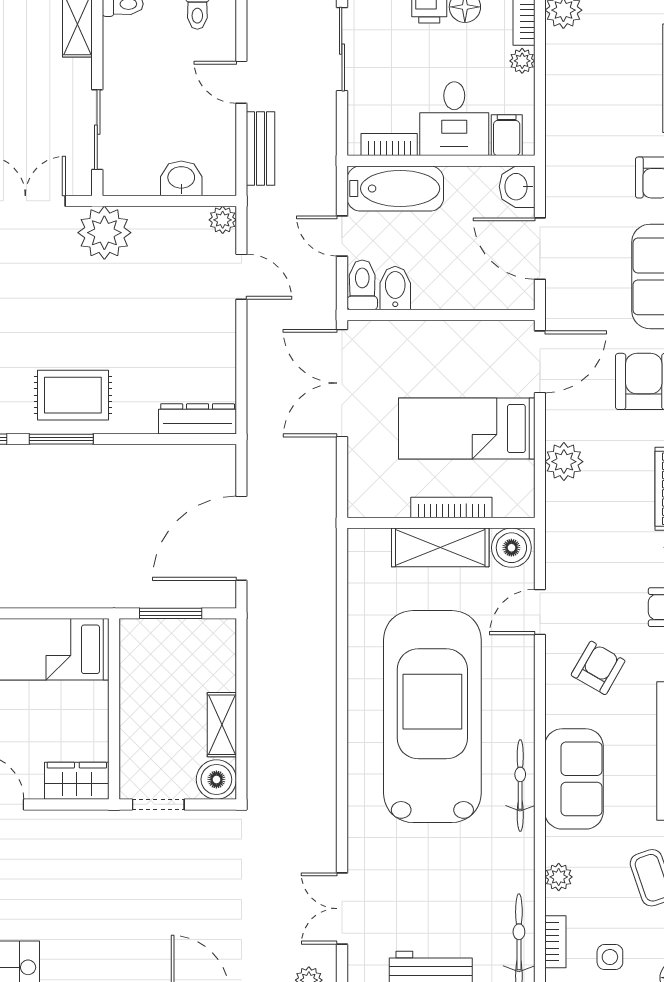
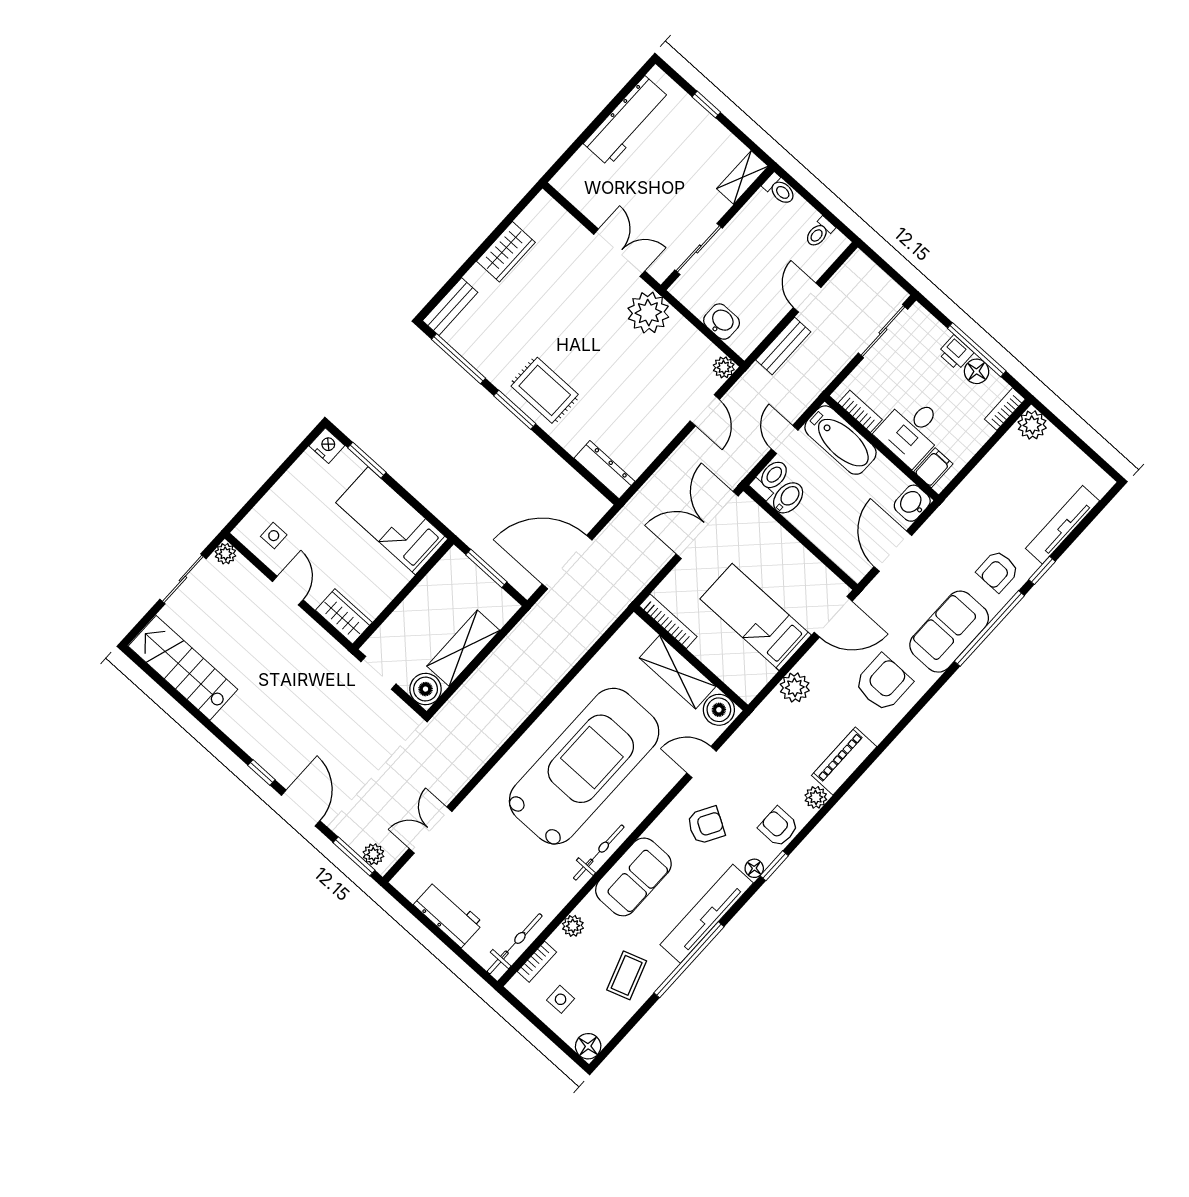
plant: (522, 61) -> (981, 433), removed
bookcase: (451, 507) -> (668, 621), moved
shelving: (222, 725) -> (463, 648), width x1.50, depth x1.33

